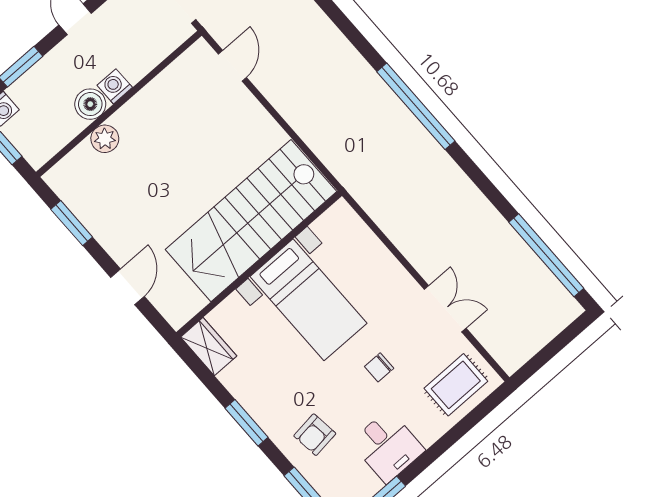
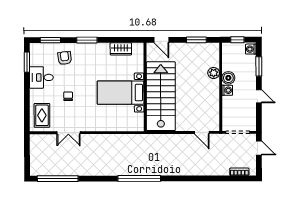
stairs: (251, 221) -> (161, 96), moved
wall: (259, 264) -> (145, 87), moved
bed with nightstands: (309, 300) -> (121, 93), moved

